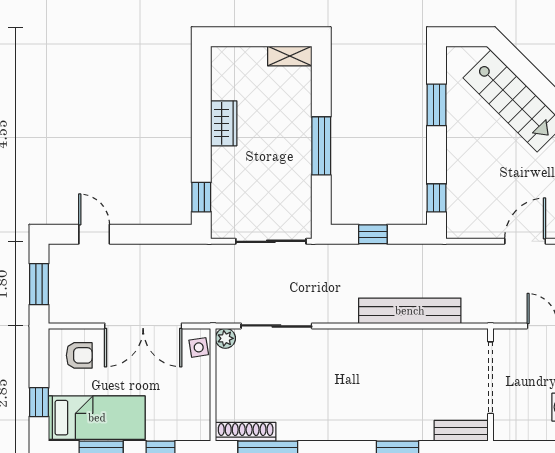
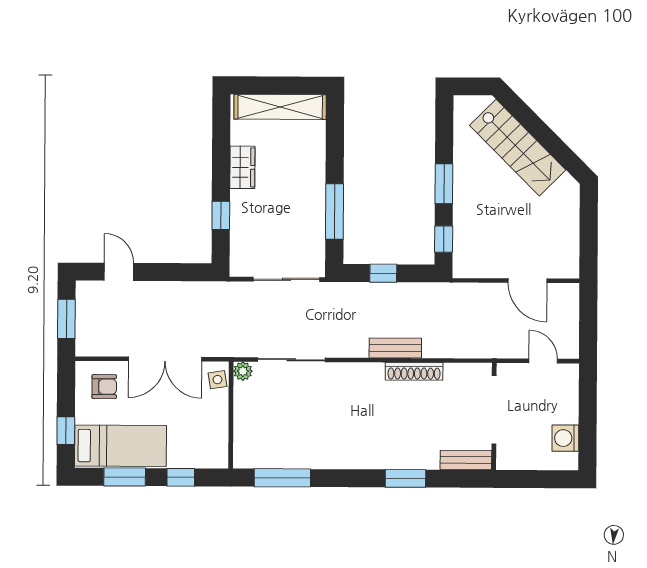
shelving: (290, 56) -> (280, 107), width x2.20, depth x1.33
window: (436, 105) -> (444, 184), moved
window: (321, 146) -> (335, 211), moved
window: (201, 197) -> (221, 215), moved
door: (525, 241) -> (527, 281), swing flipped
bench: (410, 311) -> (395, 348), width x0.54, depth x0.82
shoe rack: (246, 432) -> (414, 371), moved, turned 180

